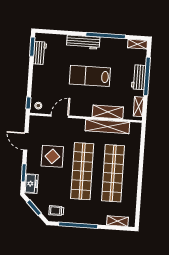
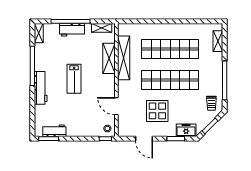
lab bench: (90, 76) -> (74, 79), width x0.73, depth x0.72
door: (26, 141) -> (144, 139), hinge flipped

